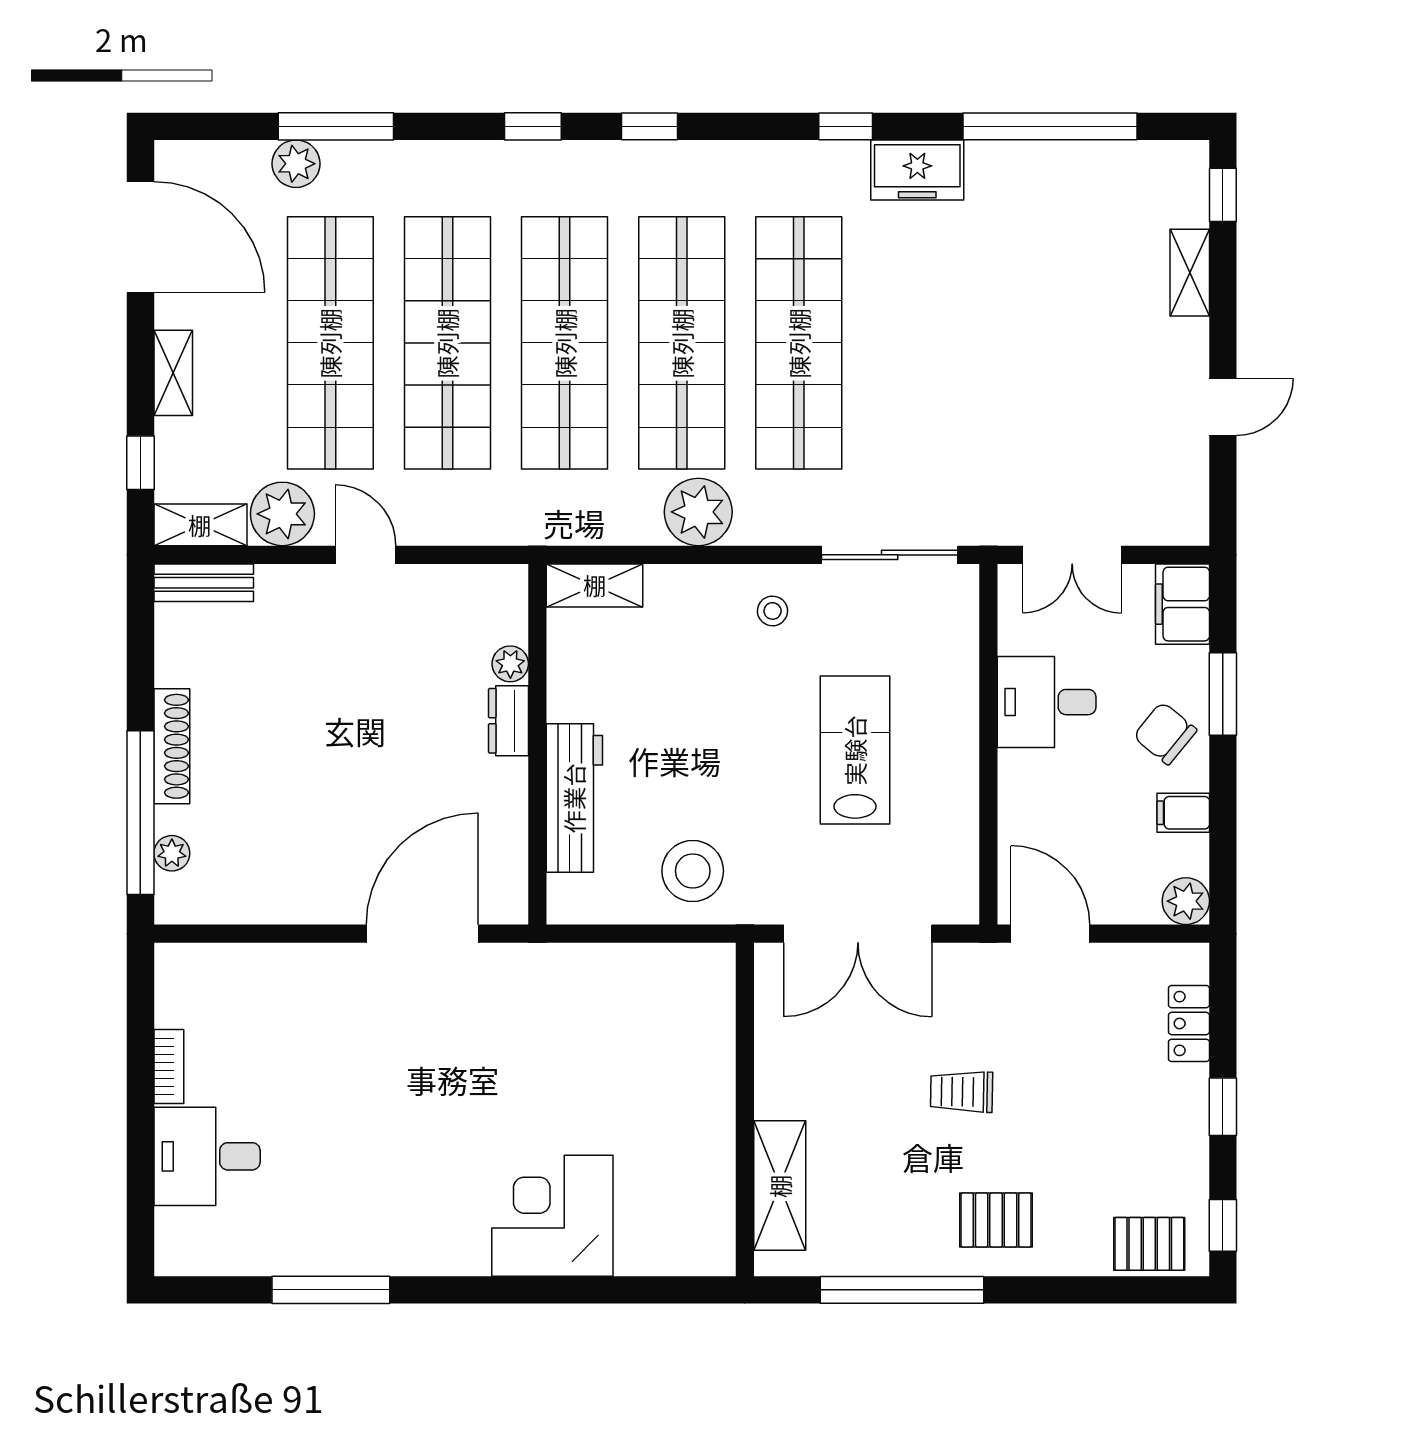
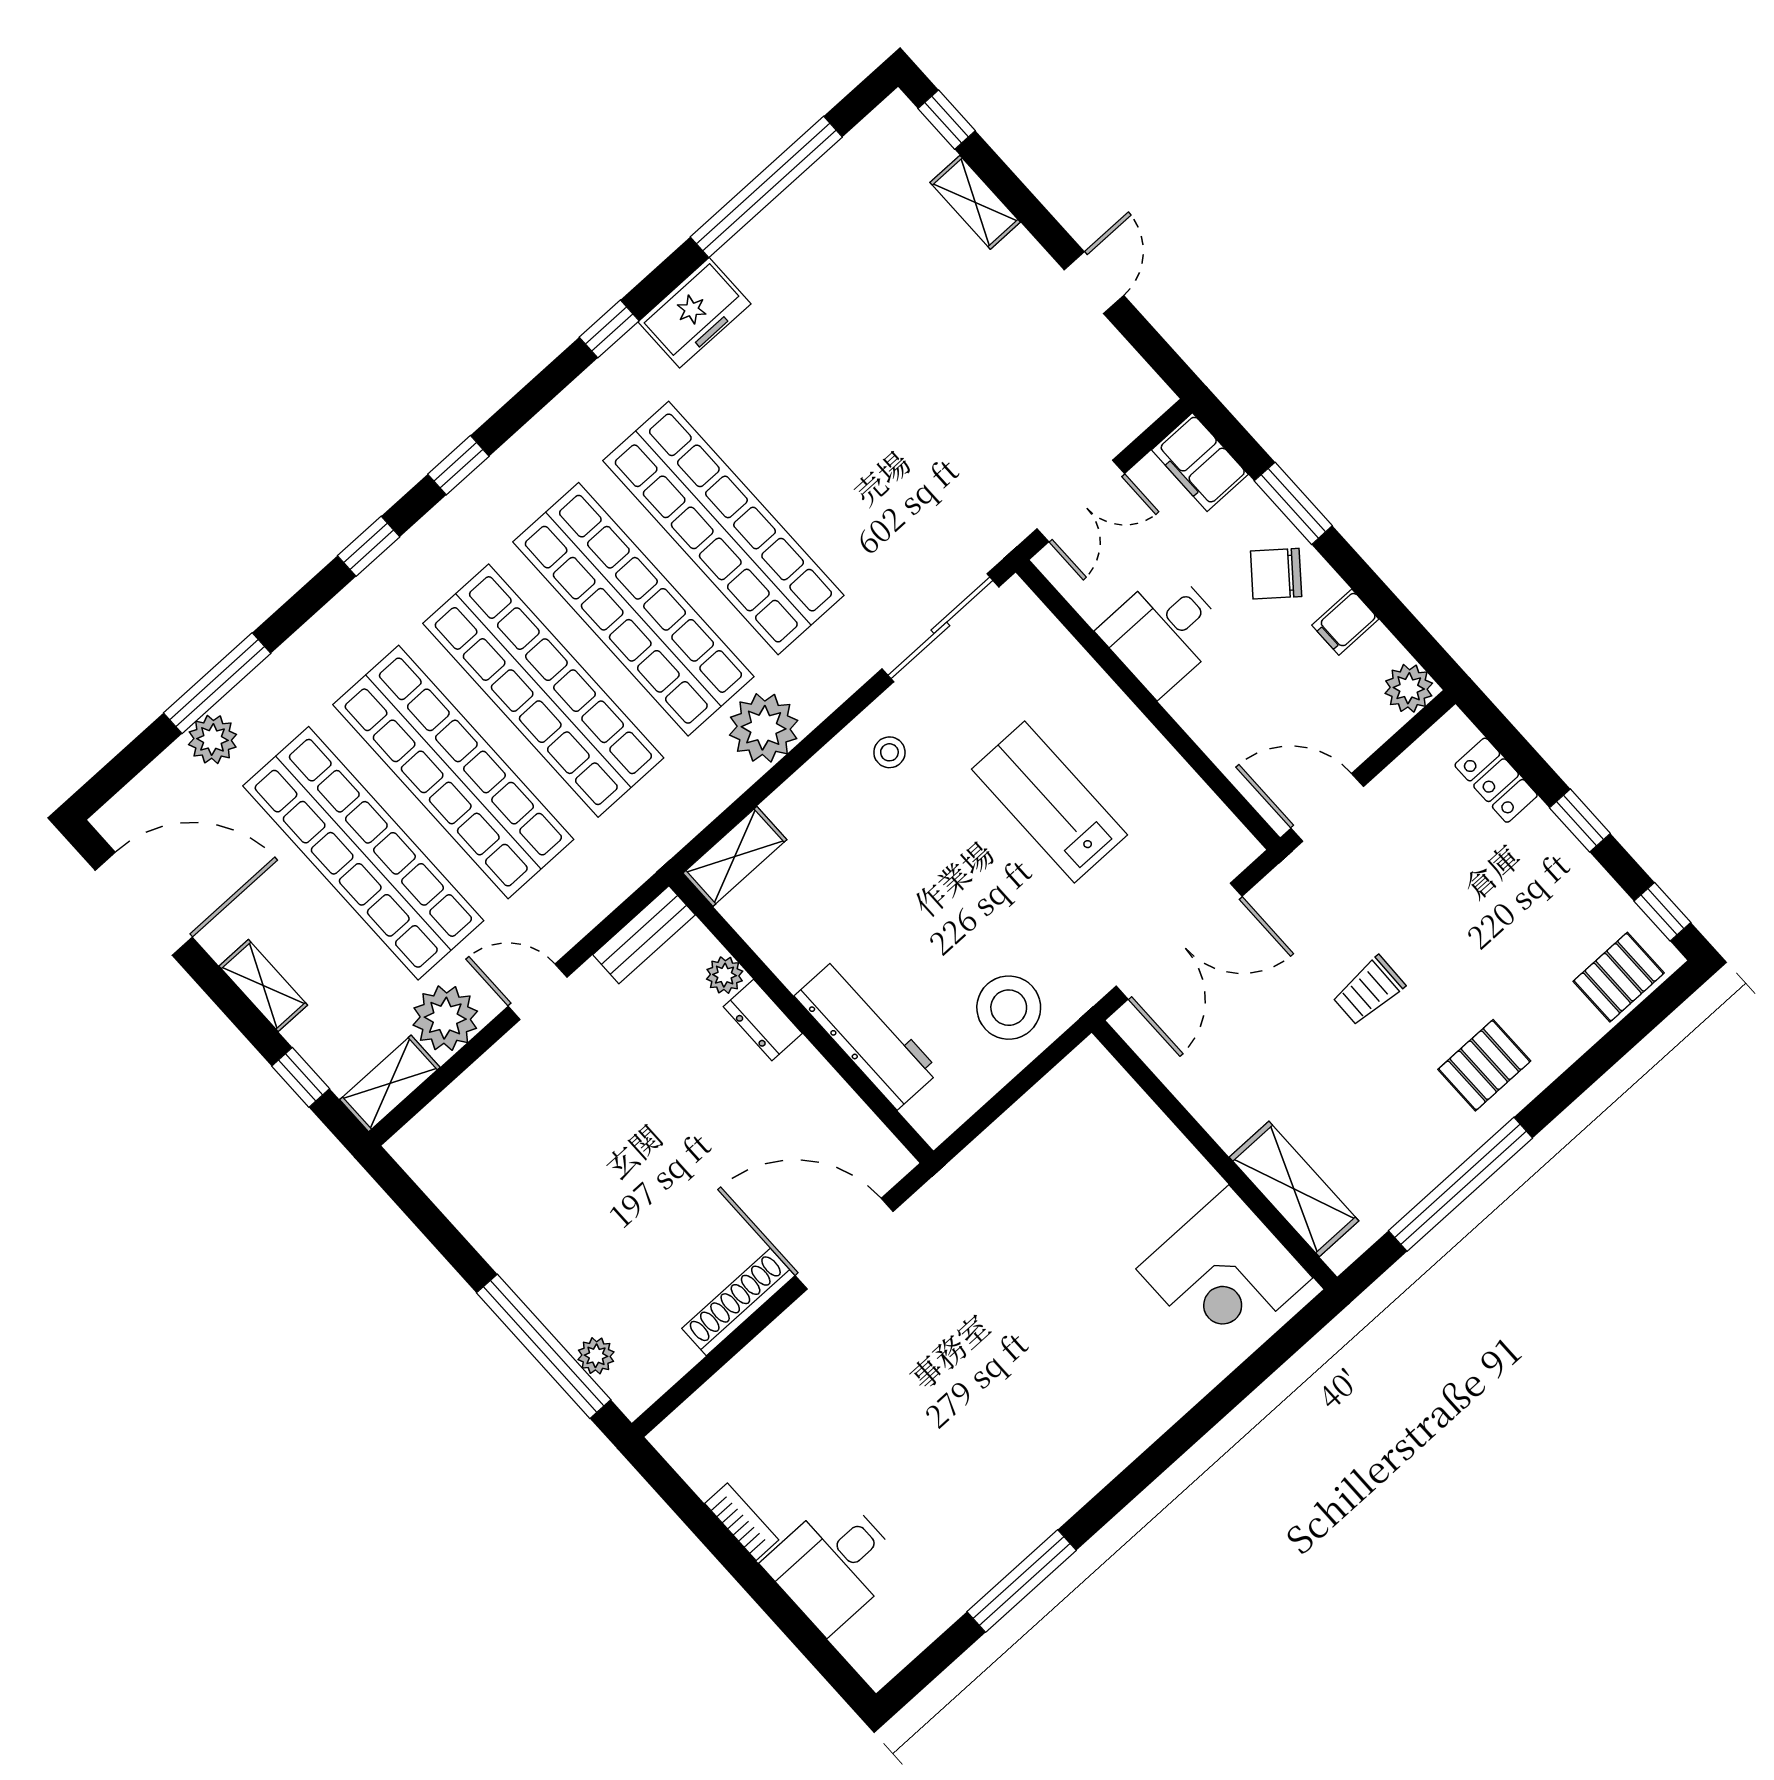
bench: (204, 583) -> (644, 935), moved
shoe rack: (172, 746) -> (738, 1302), moved, turned -90
door: (422, 934) -> (844, 1244), hinge flipped
corner desk: (552, 1216) -> (1224, 1273), moved, turned -90

